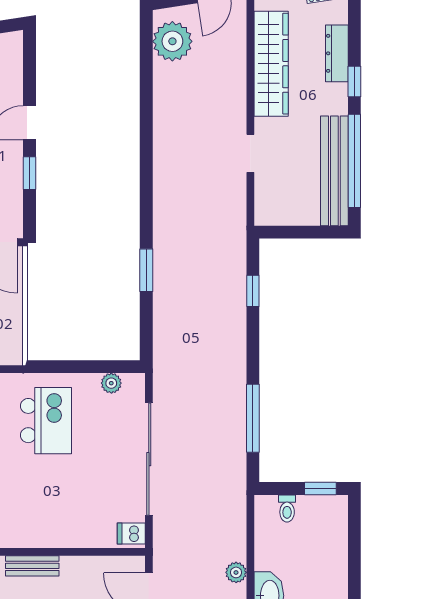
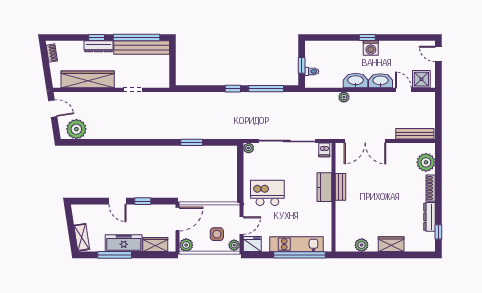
dresser: (337, 53) -> (99, 46), moved
window: (253, 291) -> (233, 89), moved
plant: (111, 383) -> (249, 148), moved
window: (320, 488) -> (302, 65), moved
kitchen counter: (57, 534) -> (324, 187), added
bench: (32, 566) -> (341, 187), moved

